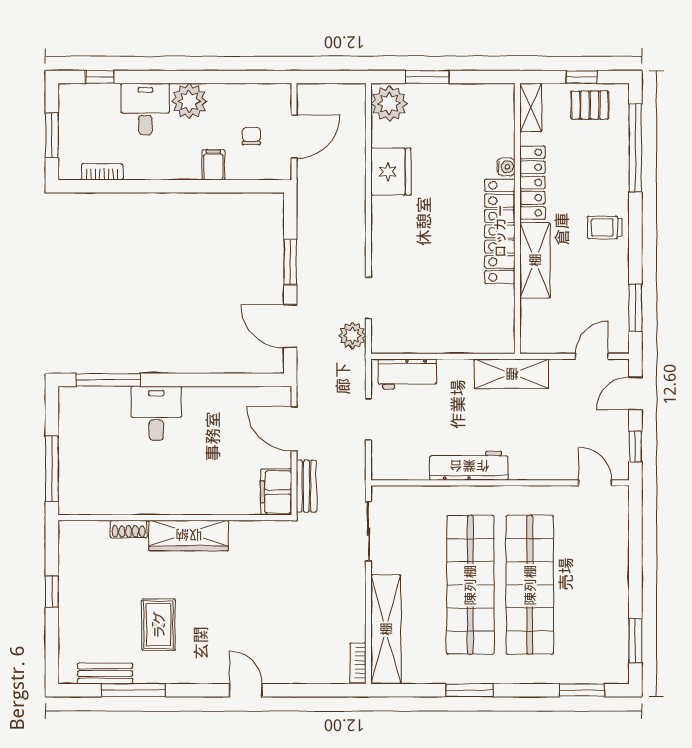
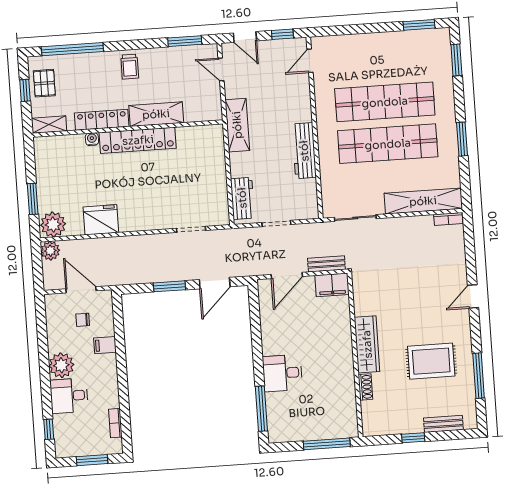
plant: (352, 335) -> (50, 251), moved
rug: (159, 625) -> (431, 361), width x1.36, depth x1.43
bench: (105, 674) -> (443, 424), moved, turned 90

